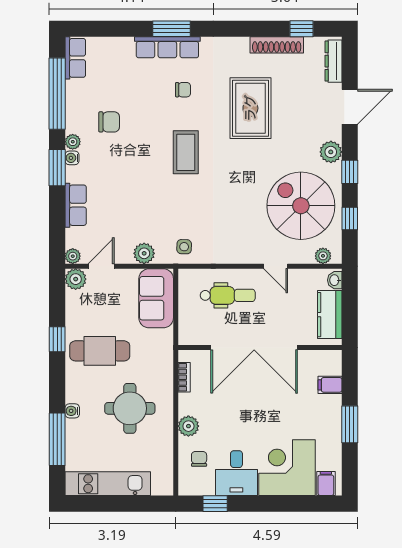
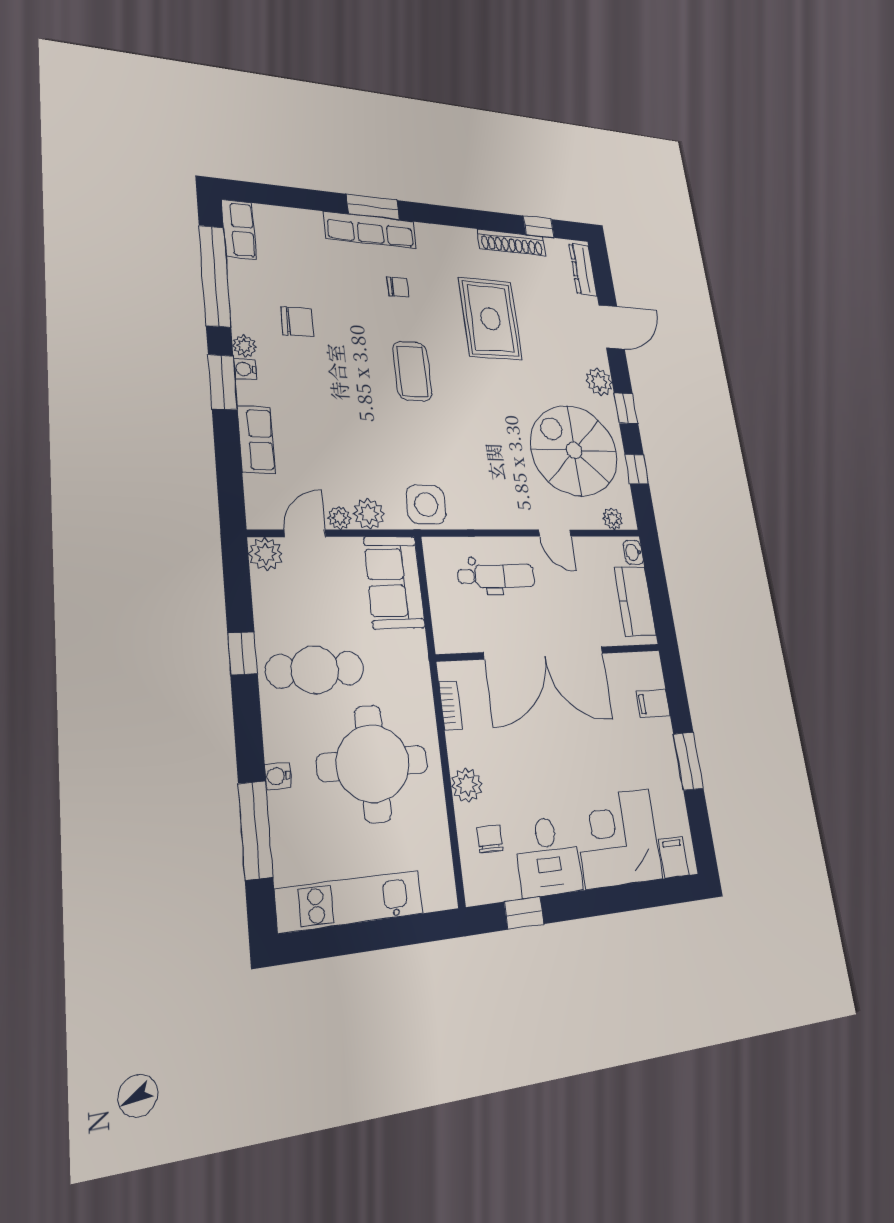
side table: (184, 247) -> (426, 504), width x1.87, depth x1.87
plant: (73, 256) -> (339, 518), moved
round table: (130, 408) -> (373, 763), width x1.36, depth x1.36

